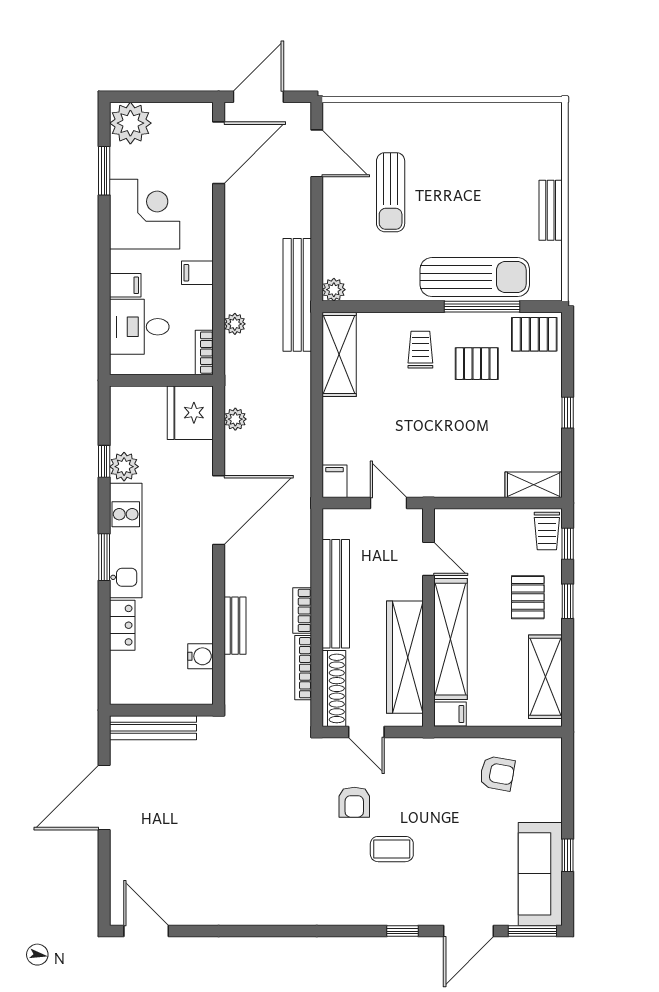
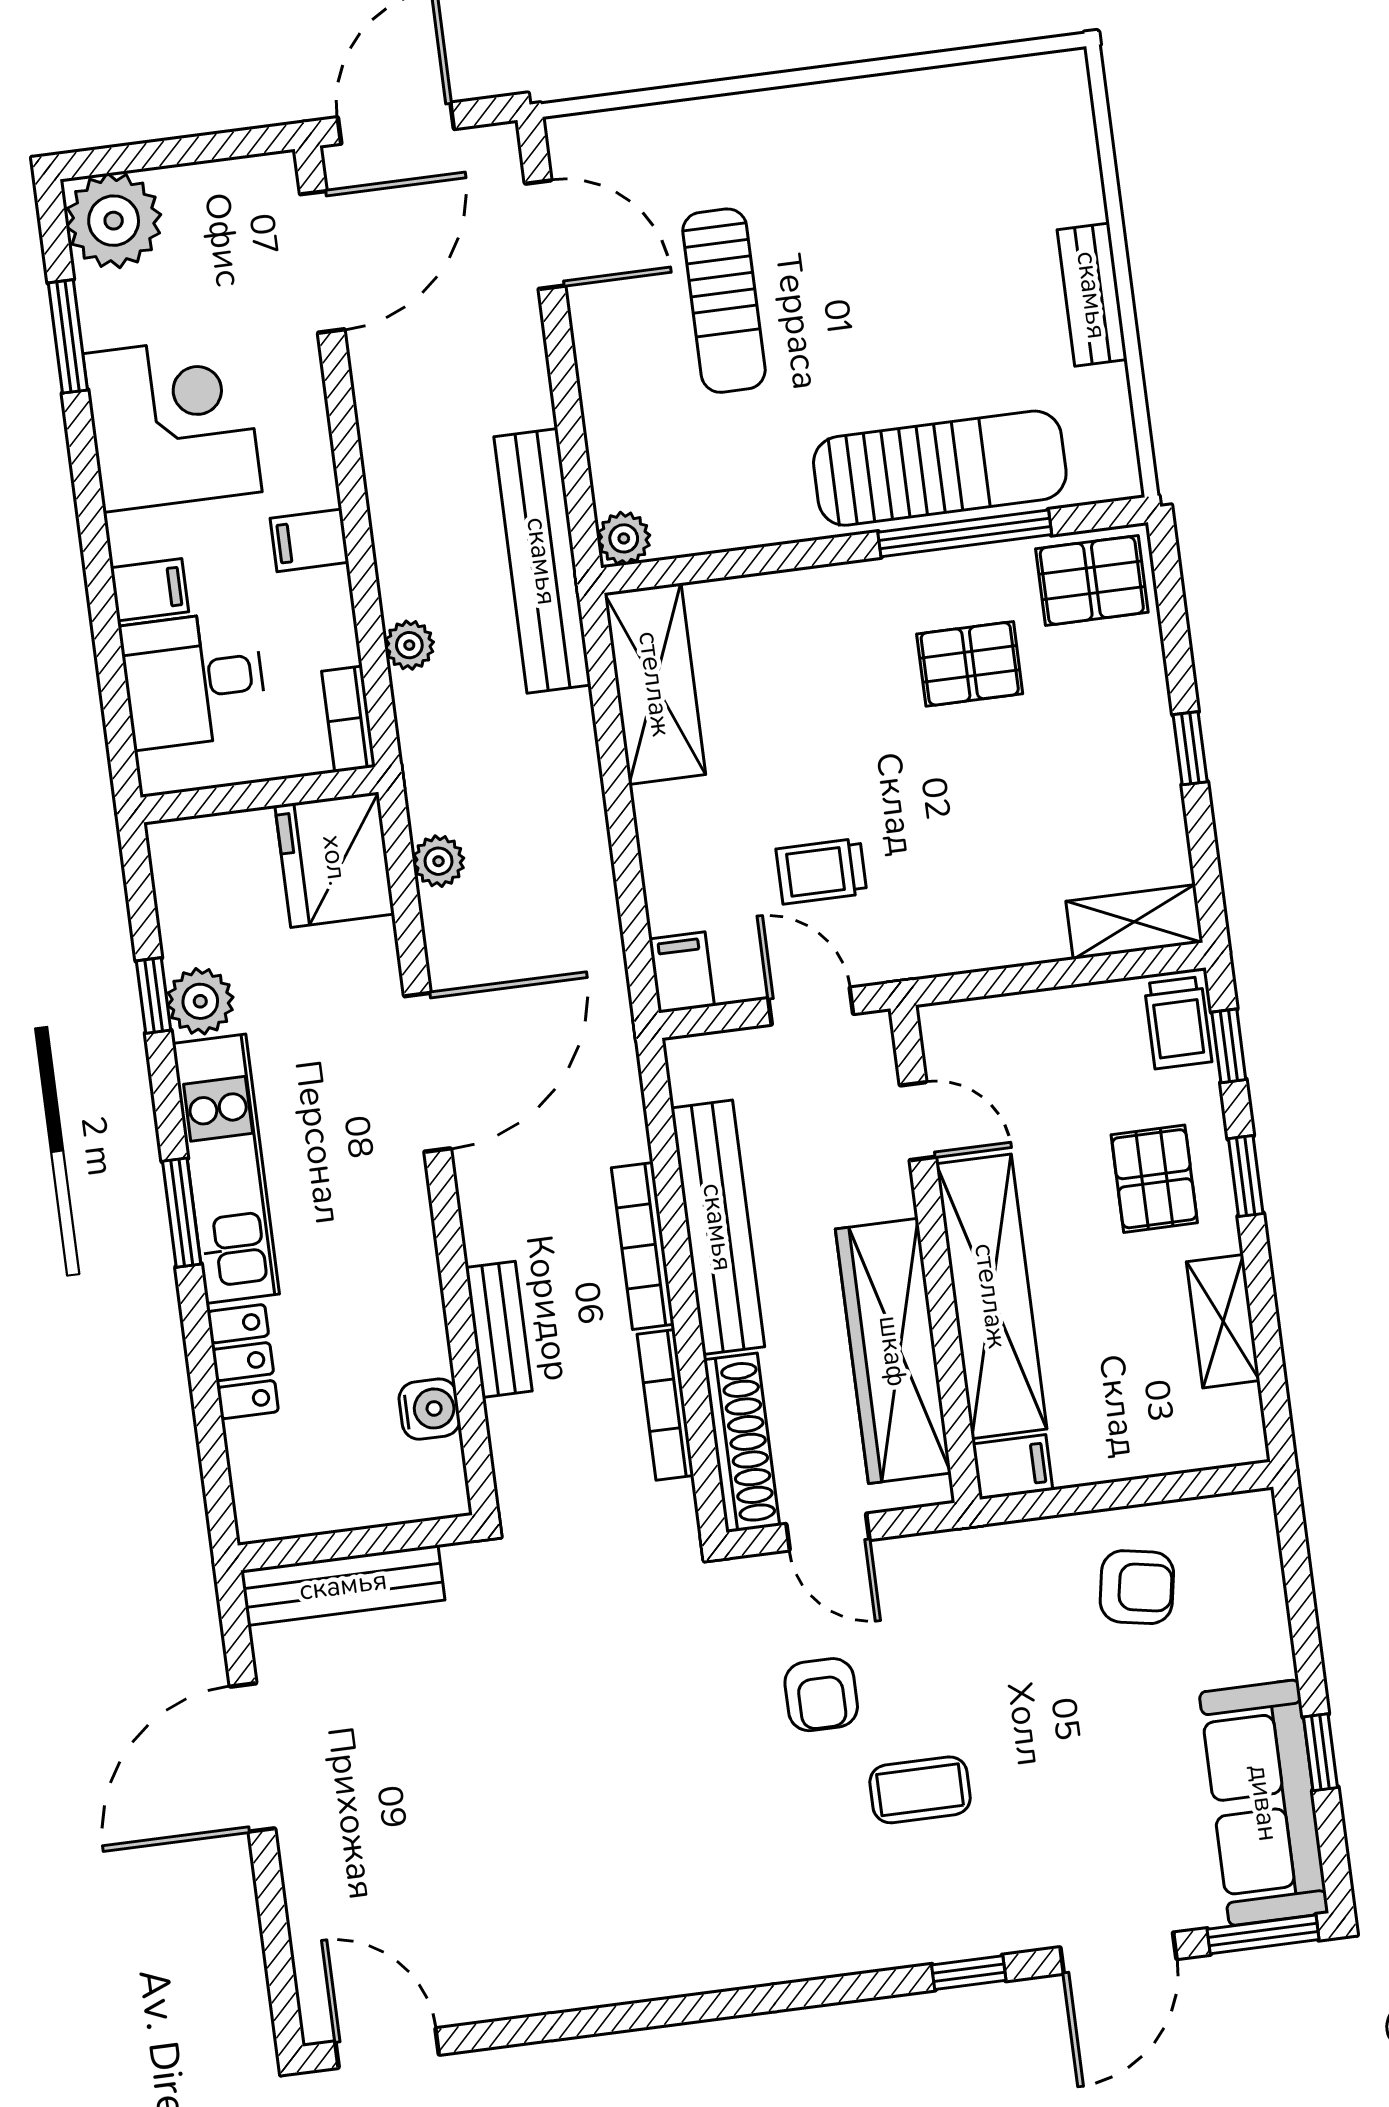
trolley: (420, 350) -> (821, 871), moved, turned -90
bookcase: (302, 610) -> (643, 1246), width x1.56
shelving: (545, 677) -> (1223, 1321), width x0.67, depth x0.75

